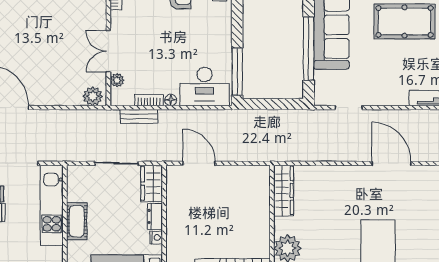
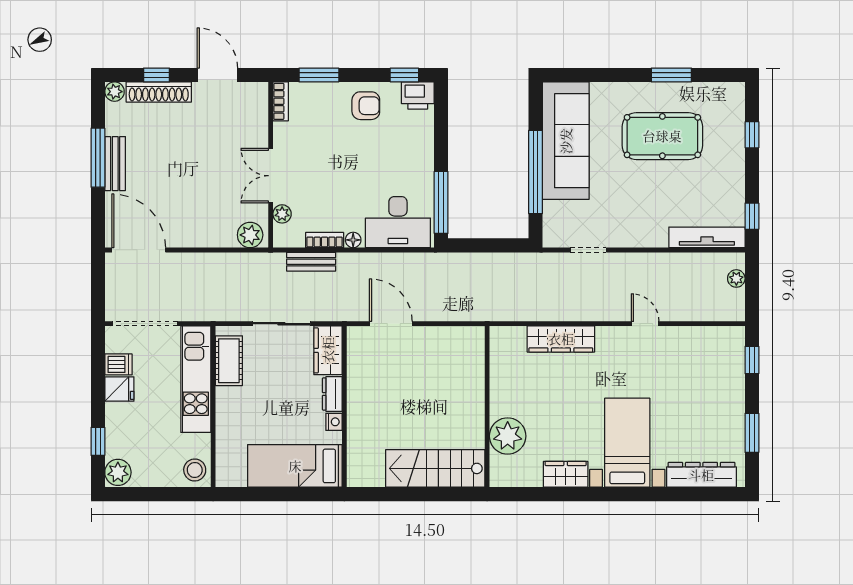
door: (392, 163) -> (645, 324), width x0.53
wardrobe: (284, 190) -> (561, 339), moved, turned 90
cot: (77, 221) -> (229, 361), moved

